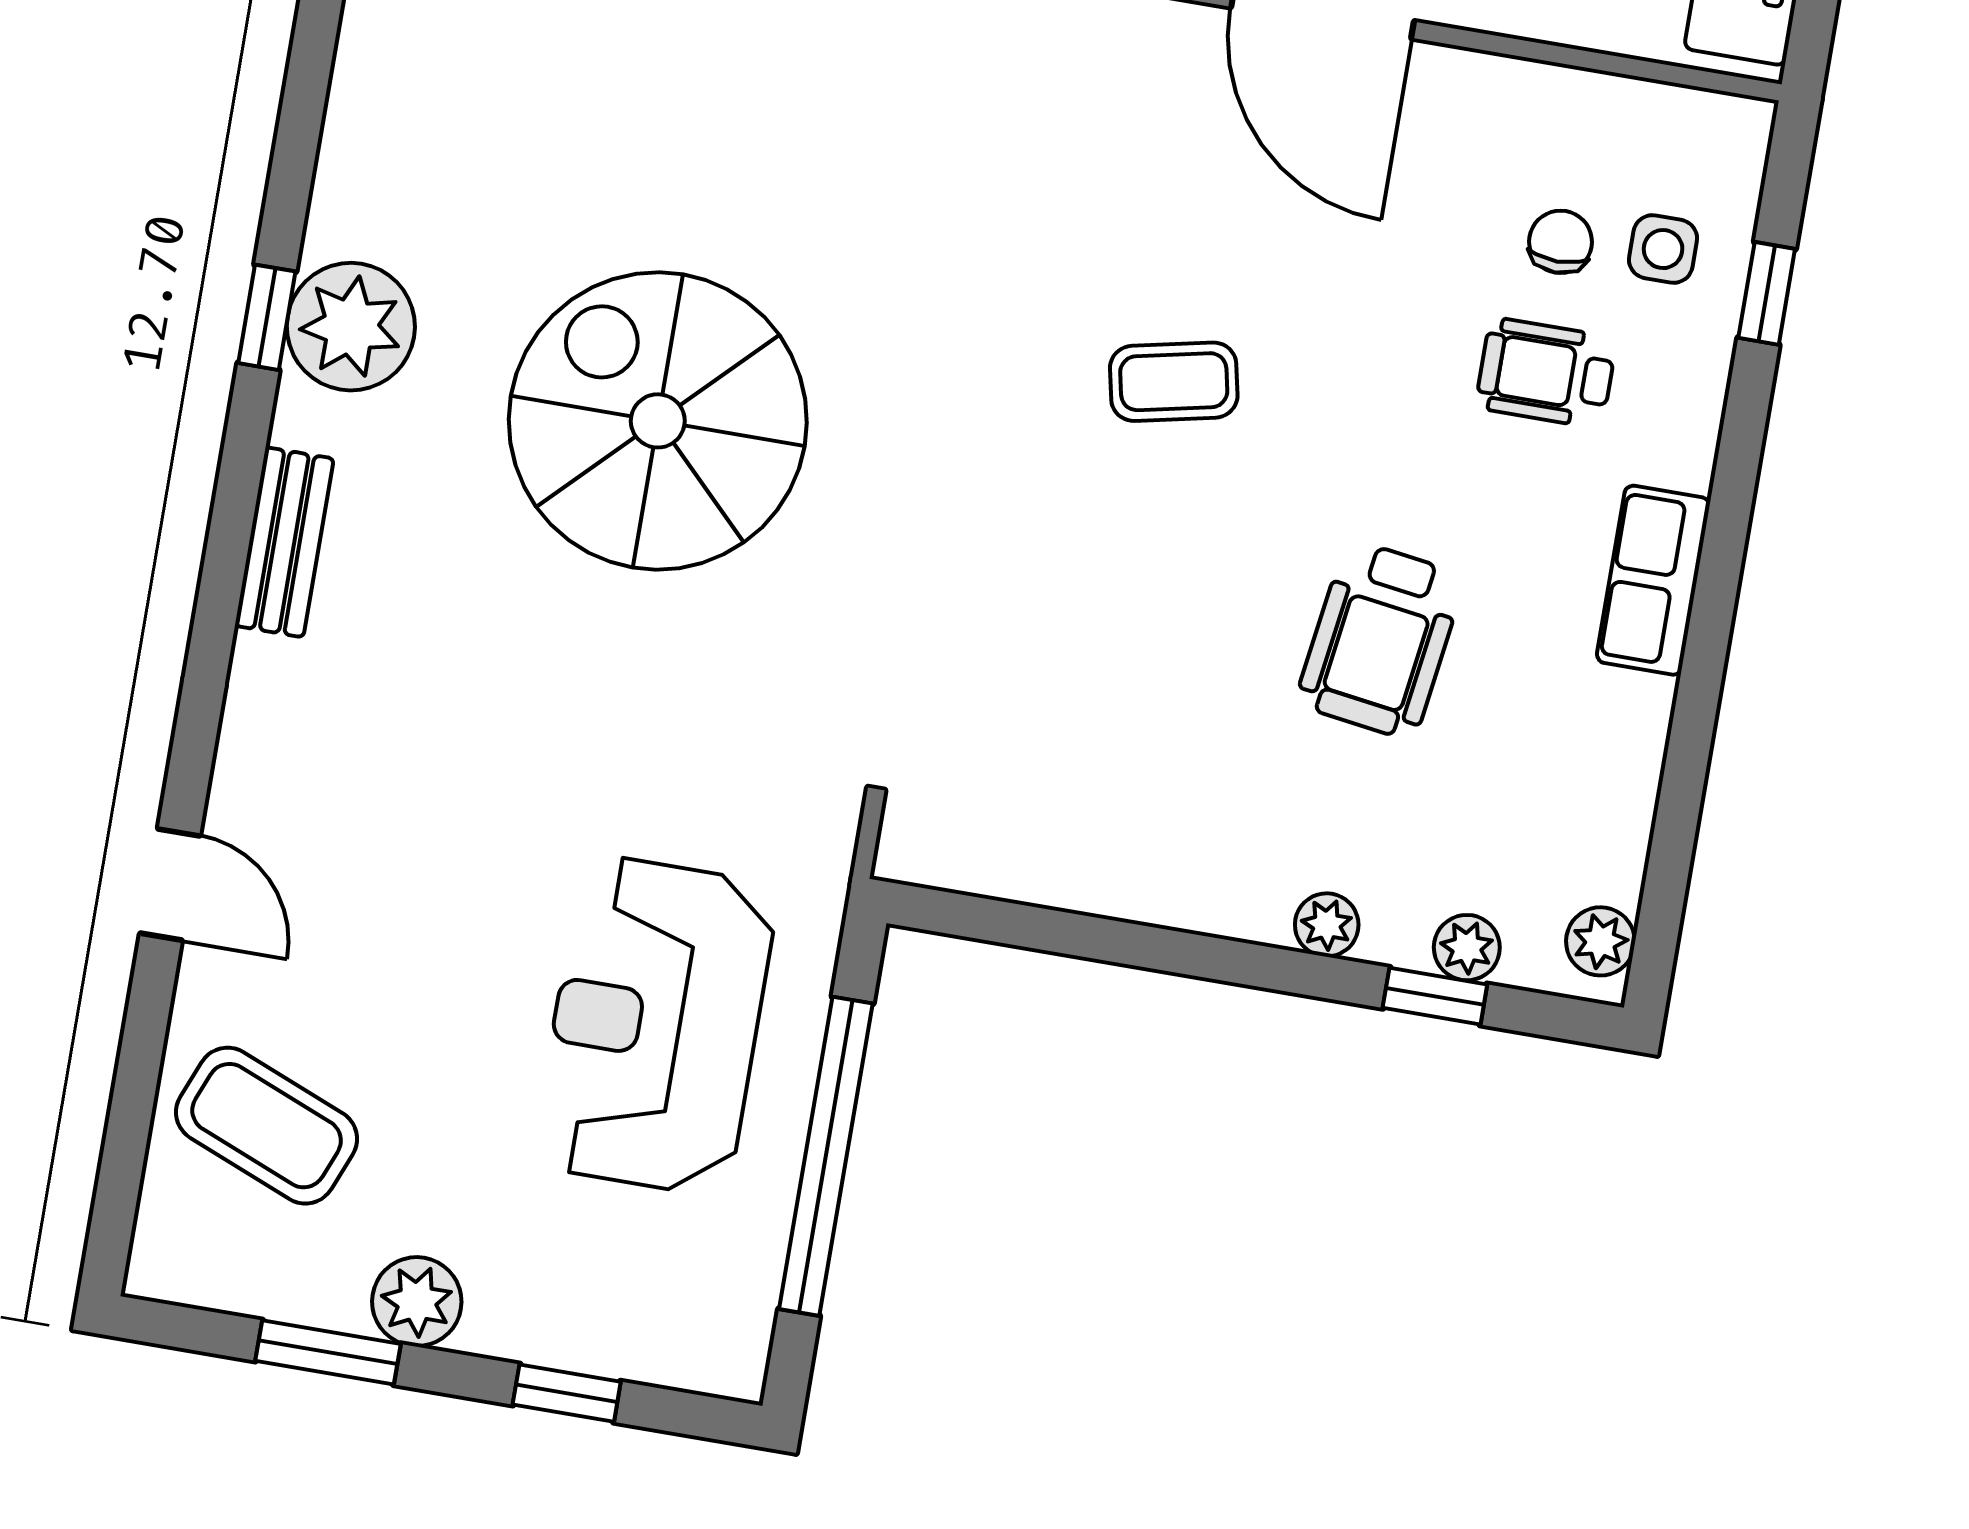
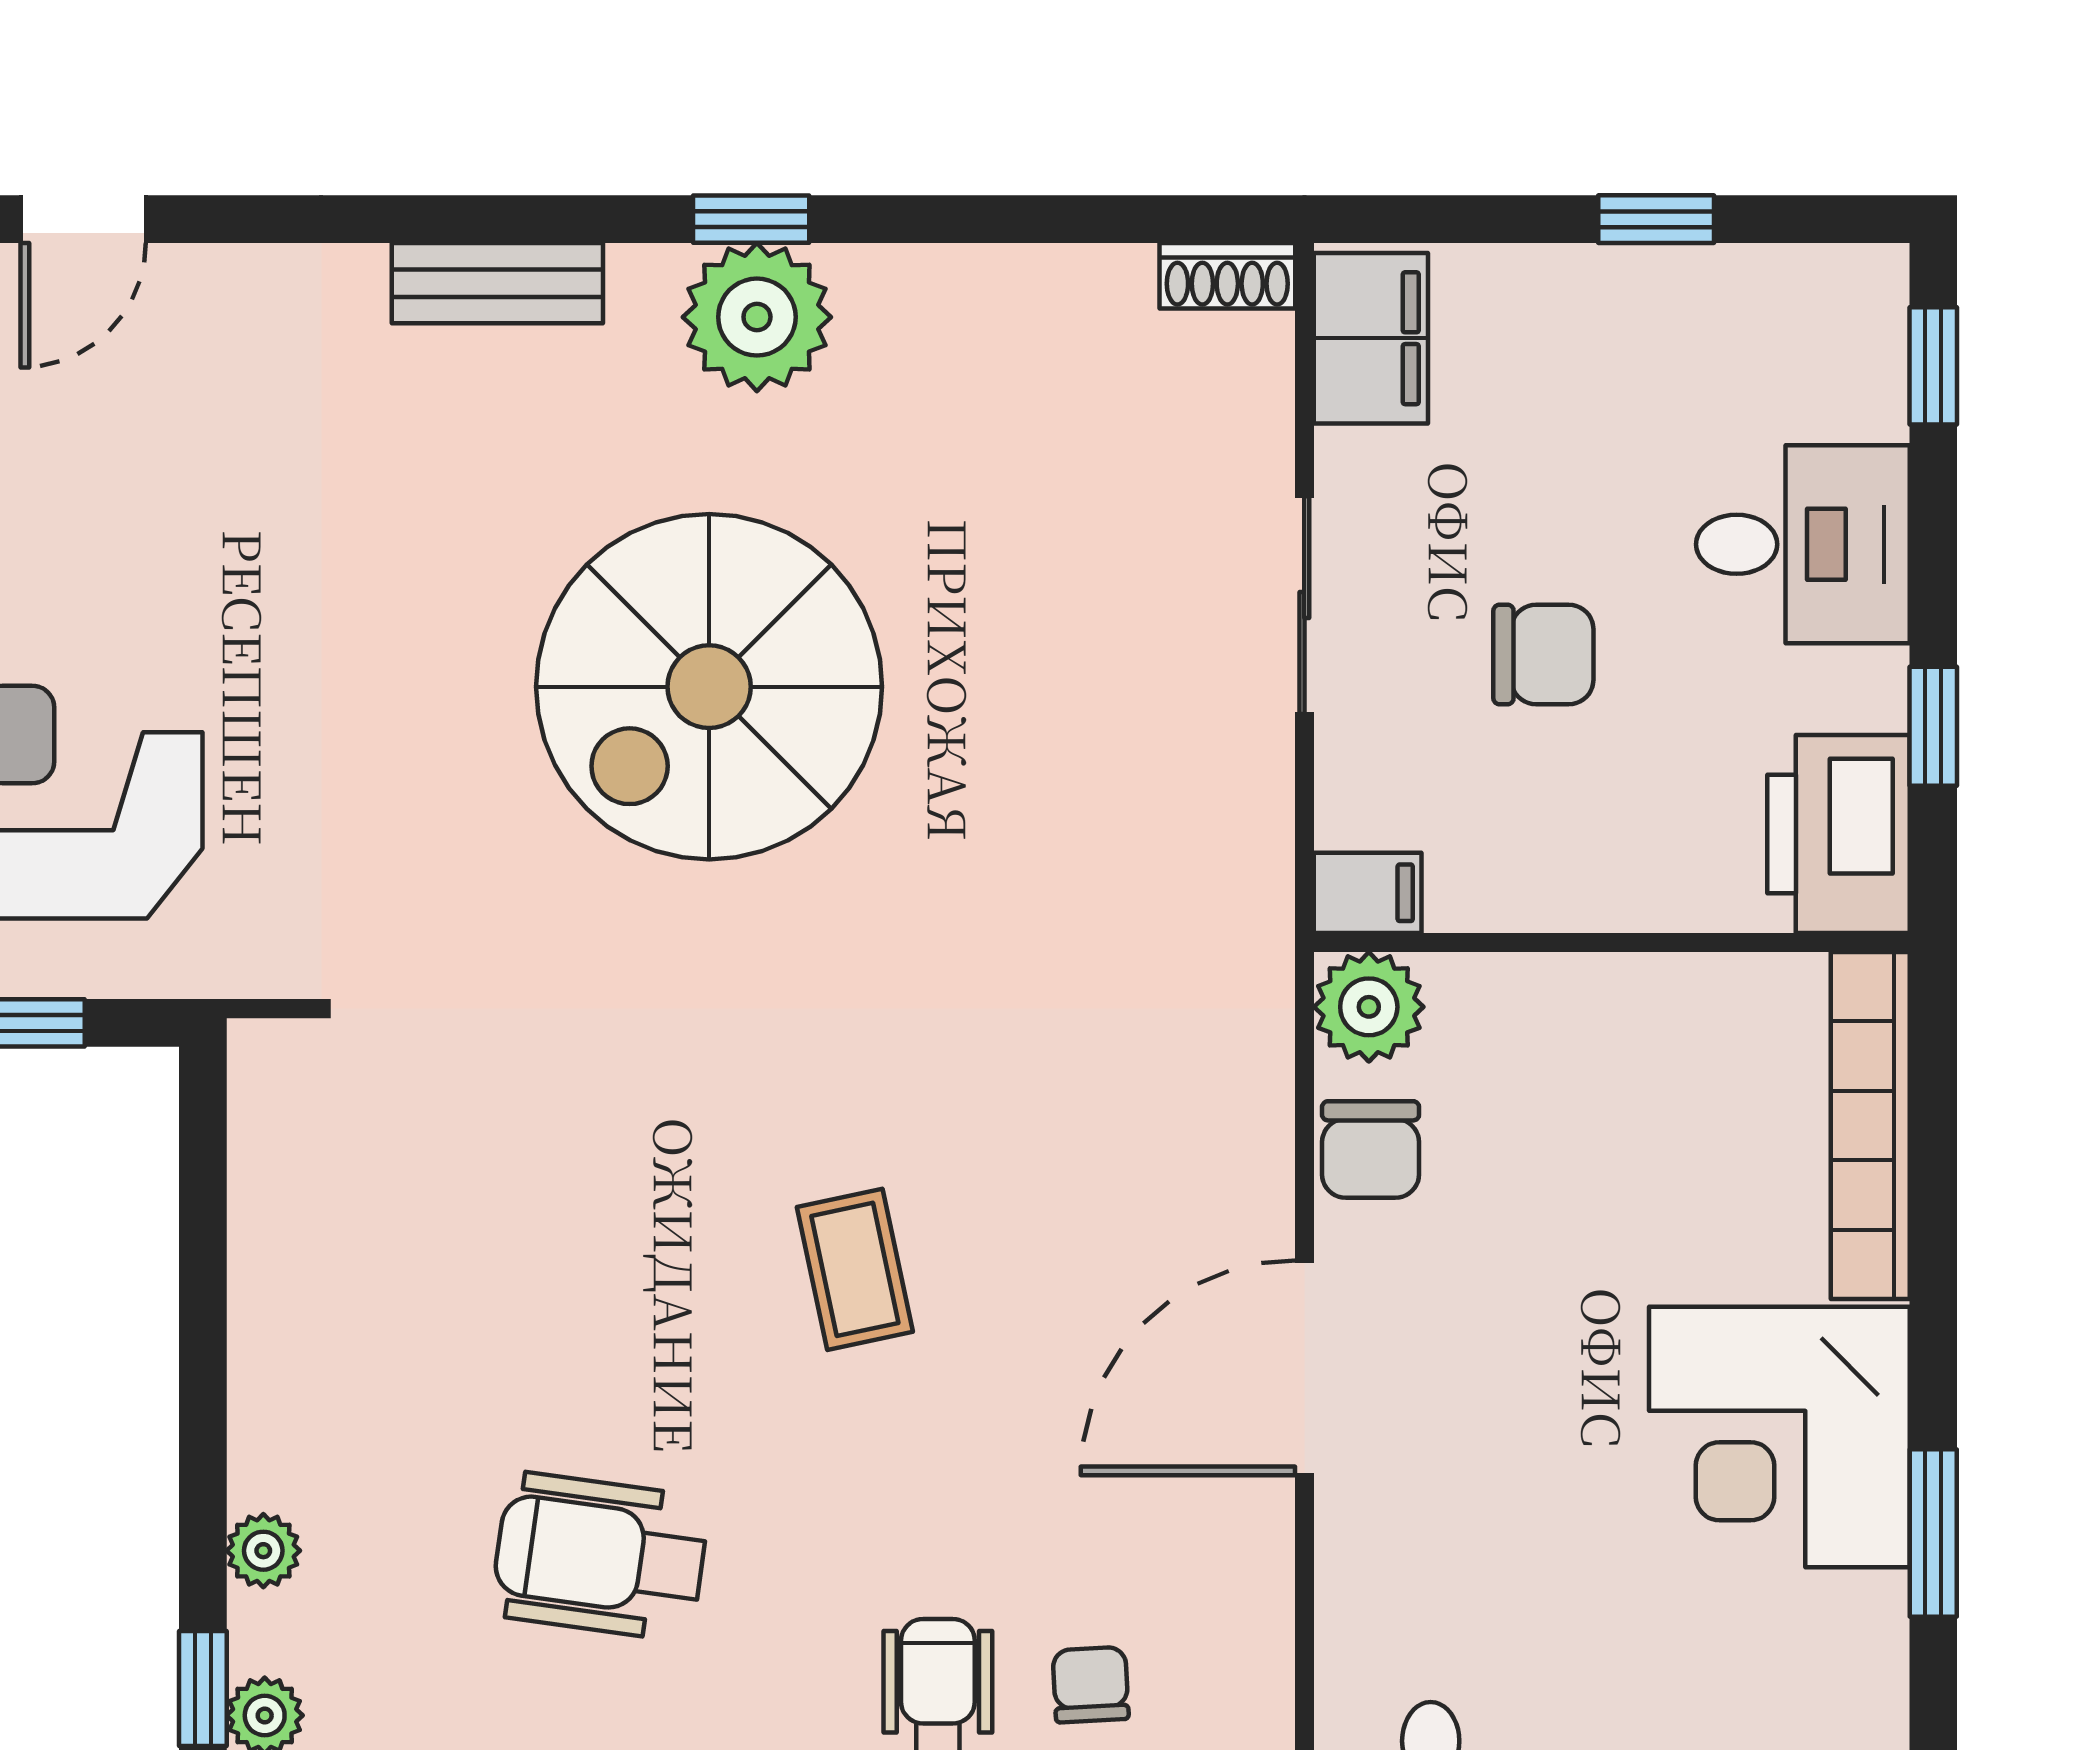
chair: (1561, 242) -> (1091, 1685), turned -93
spiral stairs: (658, 421) -> (709, 687), turned 180

